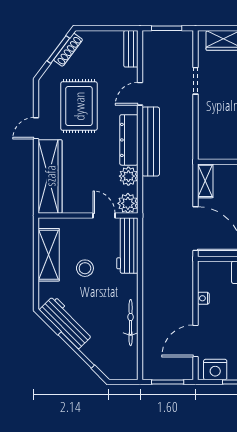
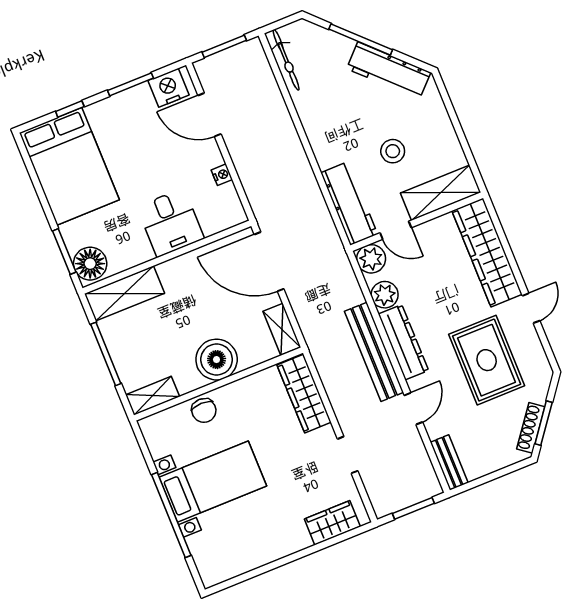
wardrobe: (208, 133) -> (304, 394), added
shelving: (49, 255) -> (441, 193), moved, turned 90
bicycle: (131, 323) -> (286, 60), moved
door: (195, 341) -> (209, 115), swing flipped

